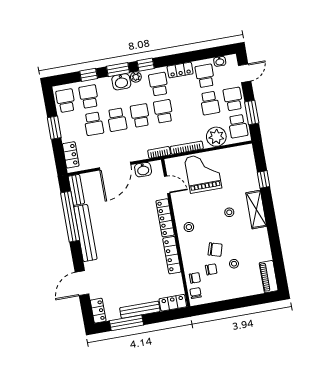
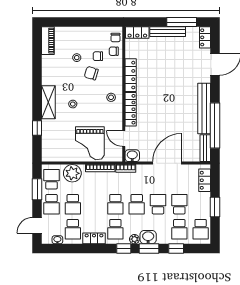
school desk: (210, 103) -> (73, 204), turned 180
washbasin: (143, 170) -> (132, 156), moved

